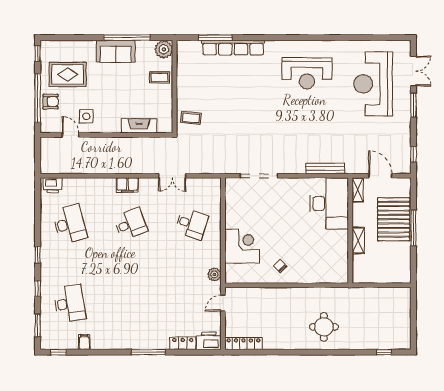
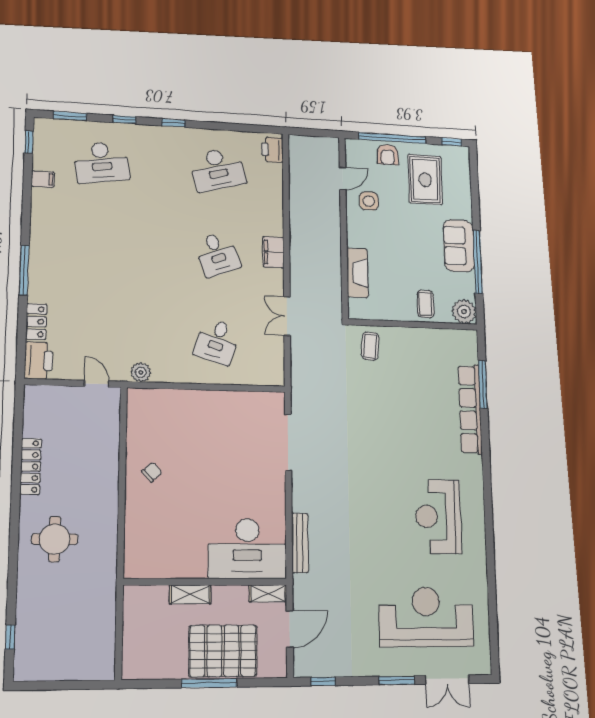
corner desk: (242, 246) -> (183, 415), removed
locker: (243, 343) -> (31, 466), moved

